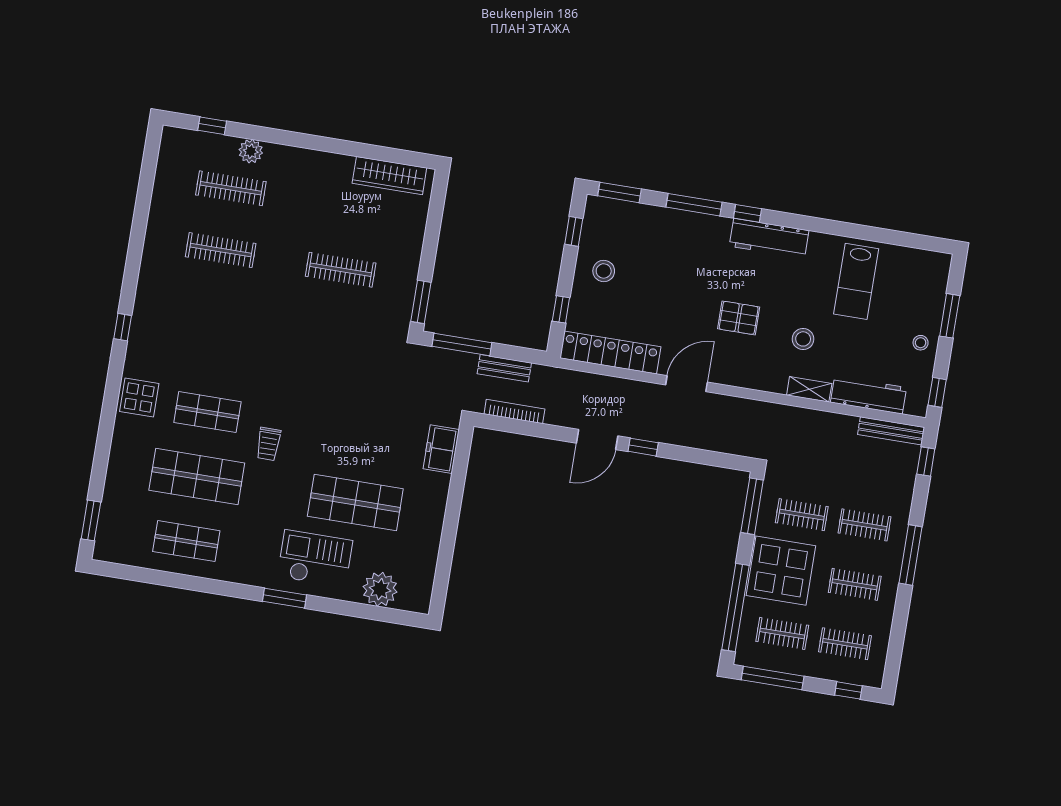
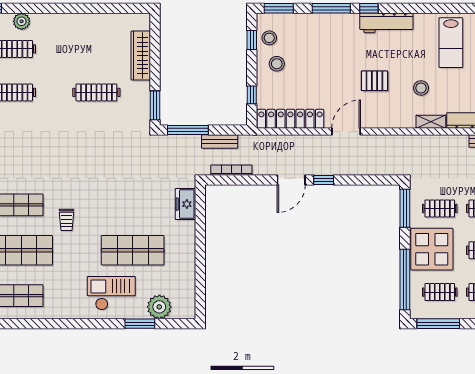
wardrobe: (389, 176) -> (141, 56), moved, turned 90
stool: (599, 232) -> (269, 38), added
window: (285, 598) -> (140, 324), moved

